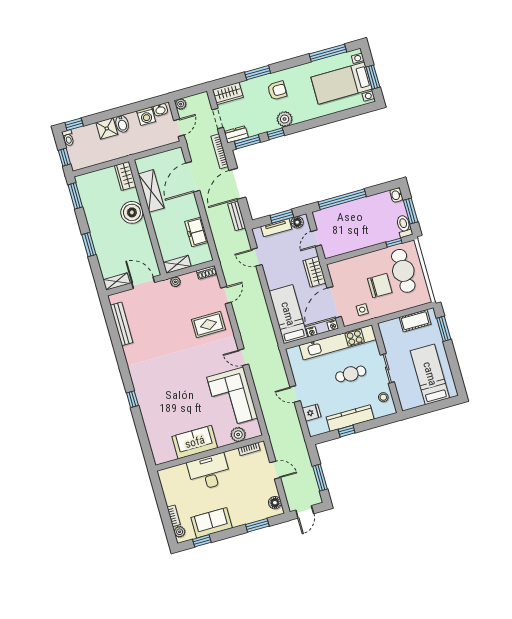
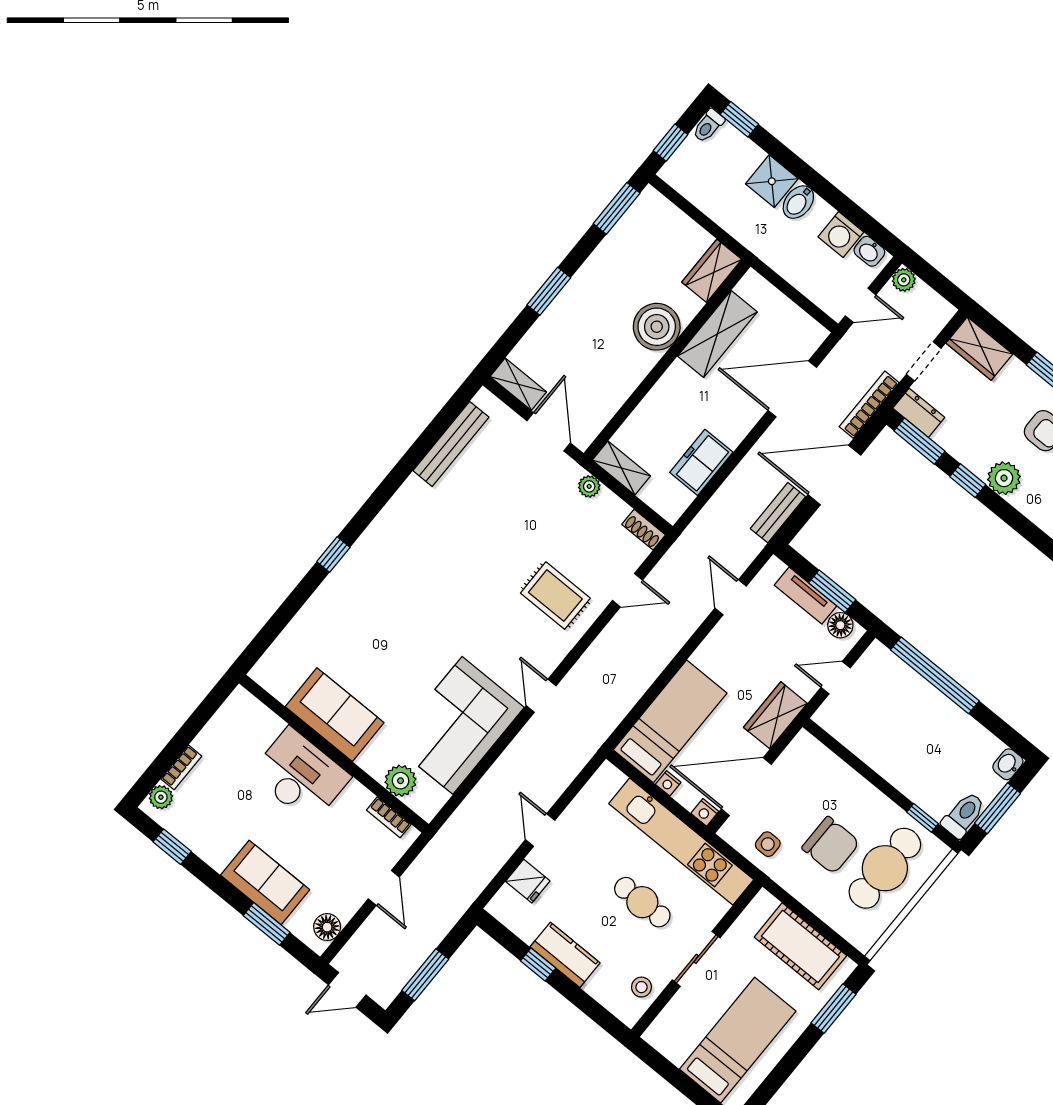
cot: (415, 321) -> (800, 946), width x1.37, depth x1.34
kitchen counter: (350, 418) -> (565, 955), width x0.67
sofa: (212, 523) -> (265, 882), moved

